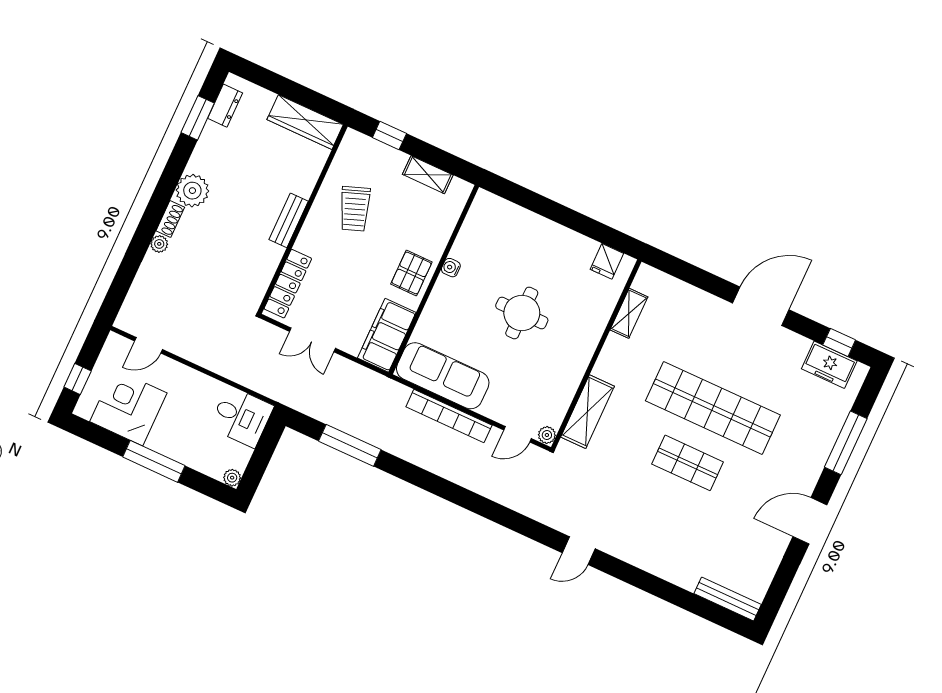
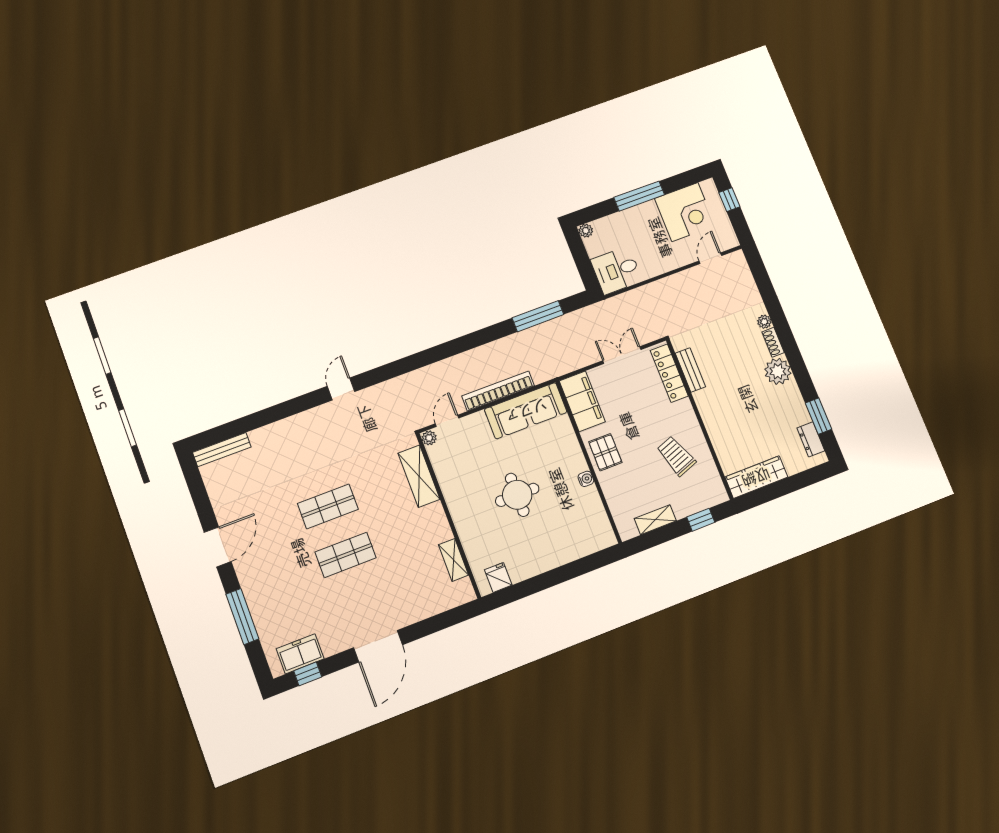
bench: (289, 220) -> (690, 370), moved
shop shelf: (713, 408) -> (346, 555), width x0.50, depth x0.74

